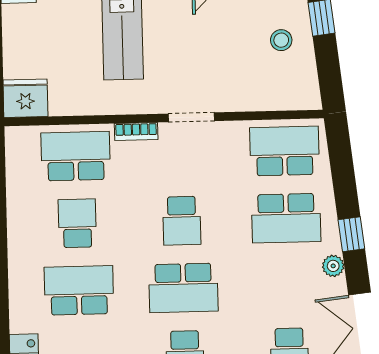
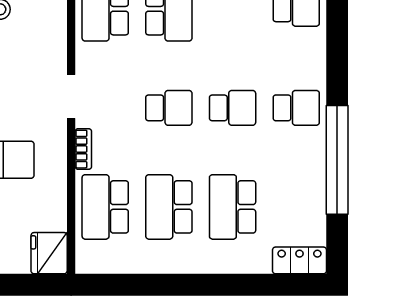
school desk: (77, 223) -> (169, 207), width x1.85
school desk: (183, 288) -> (233, 108), width x0.54

